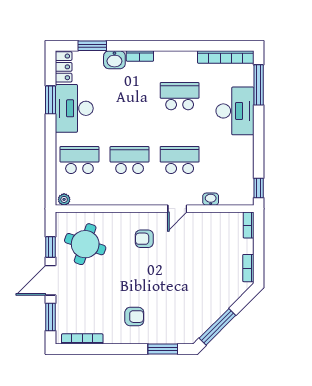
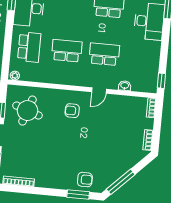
school desk: (79, 160) -> (29, 47), turned 90
armchair: (134, 317) -> (85, 180), moved

